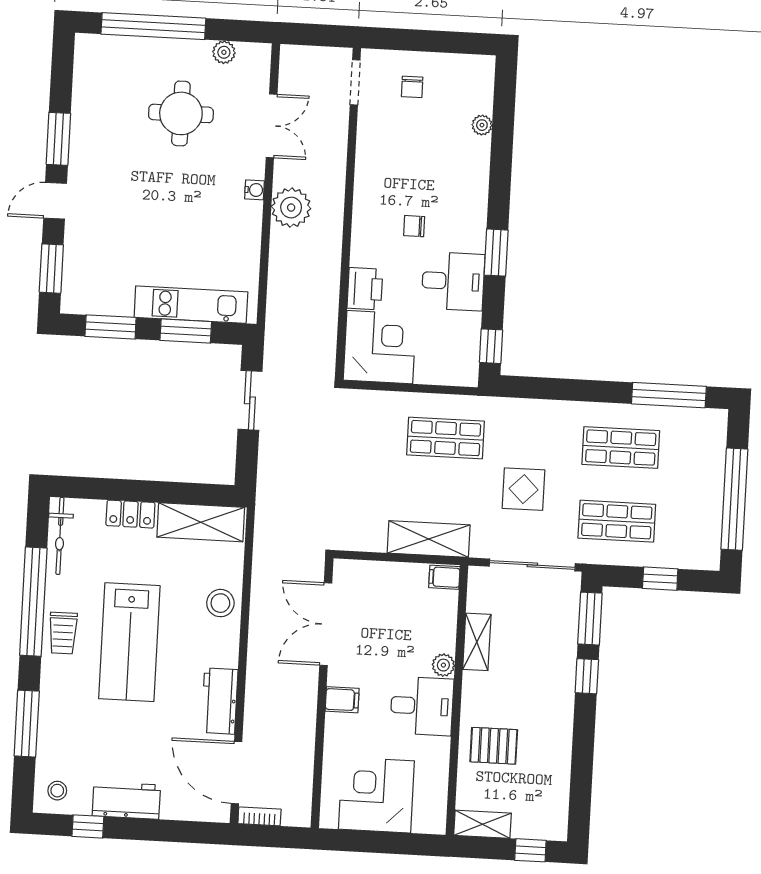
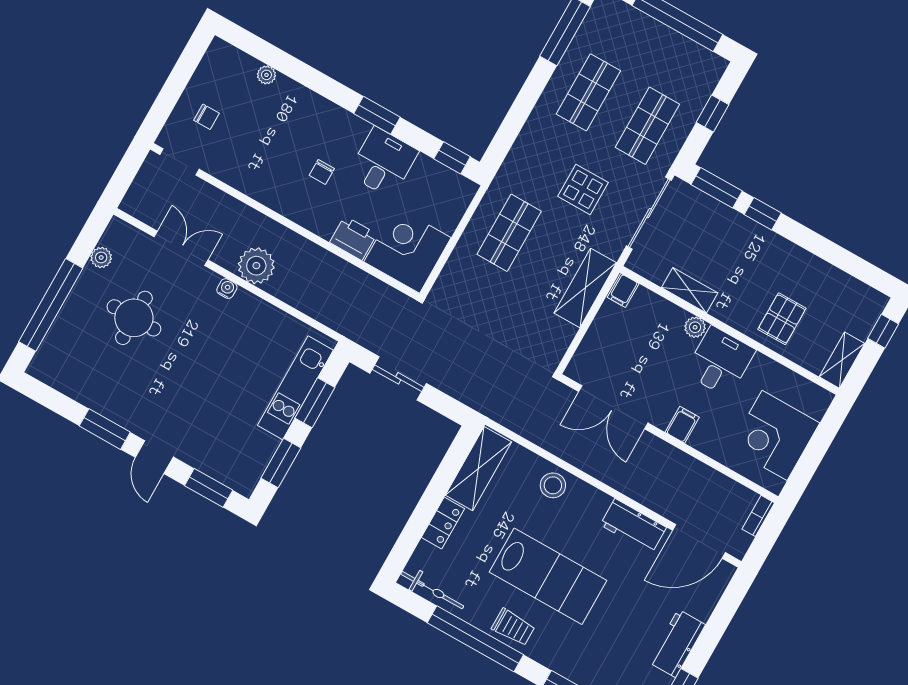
bookcase: (259, 816) -> (758, 516), moved

